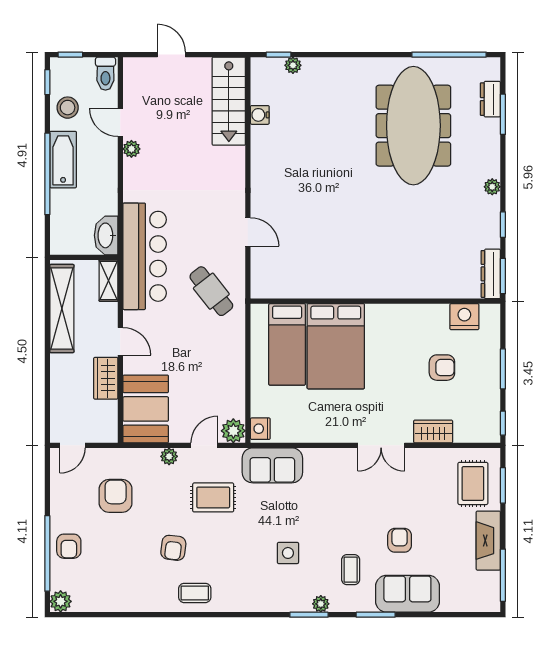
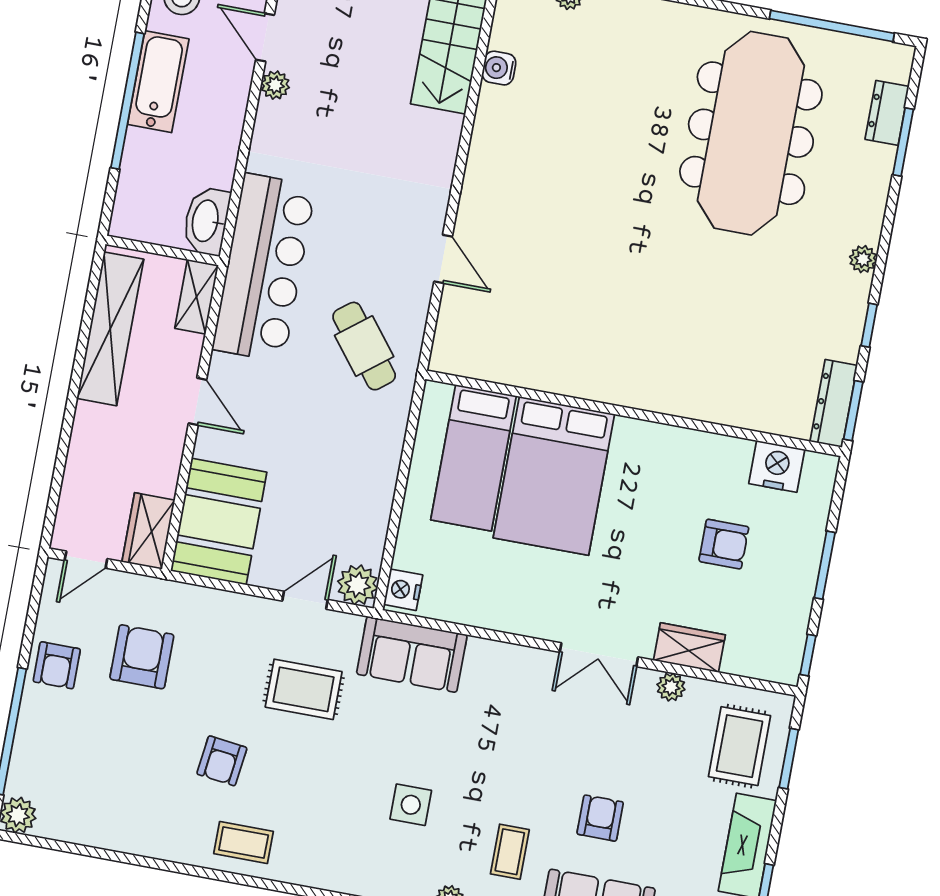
wardrobe: (106, 378) -> (148, 531), moved
plant: (169, 456) -> (671, 687), moved
armchair: (69, 546) -> (57, 665), moved

